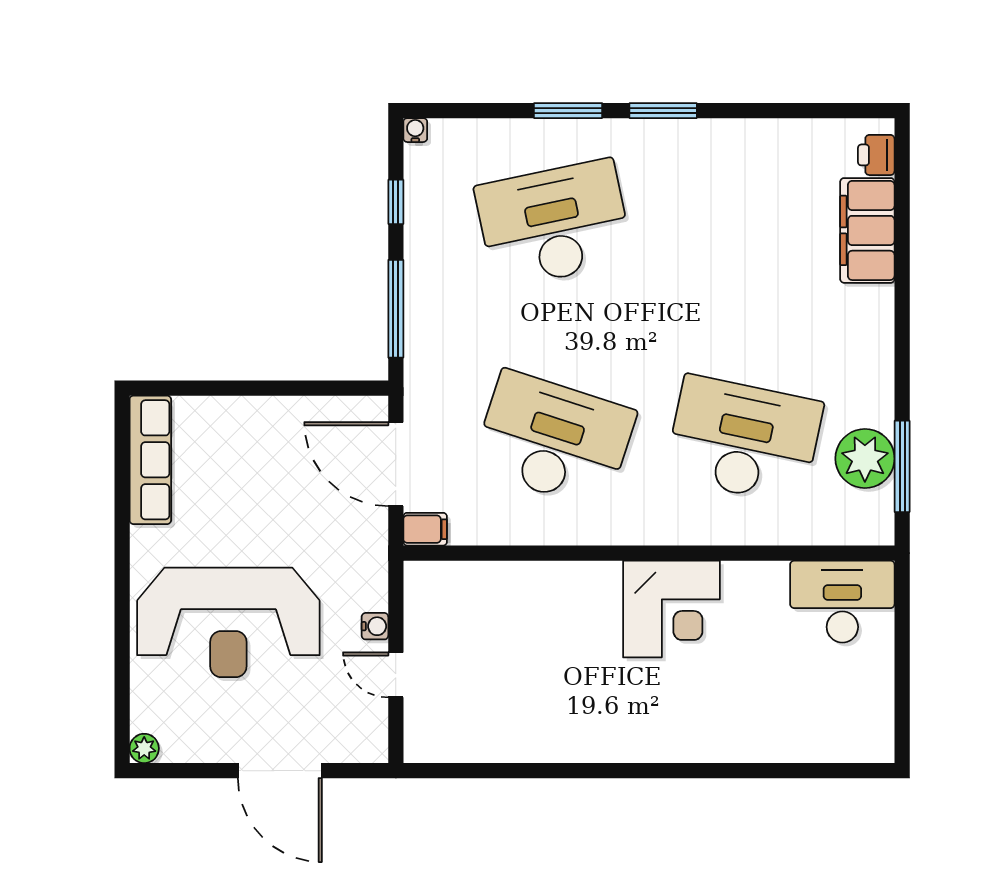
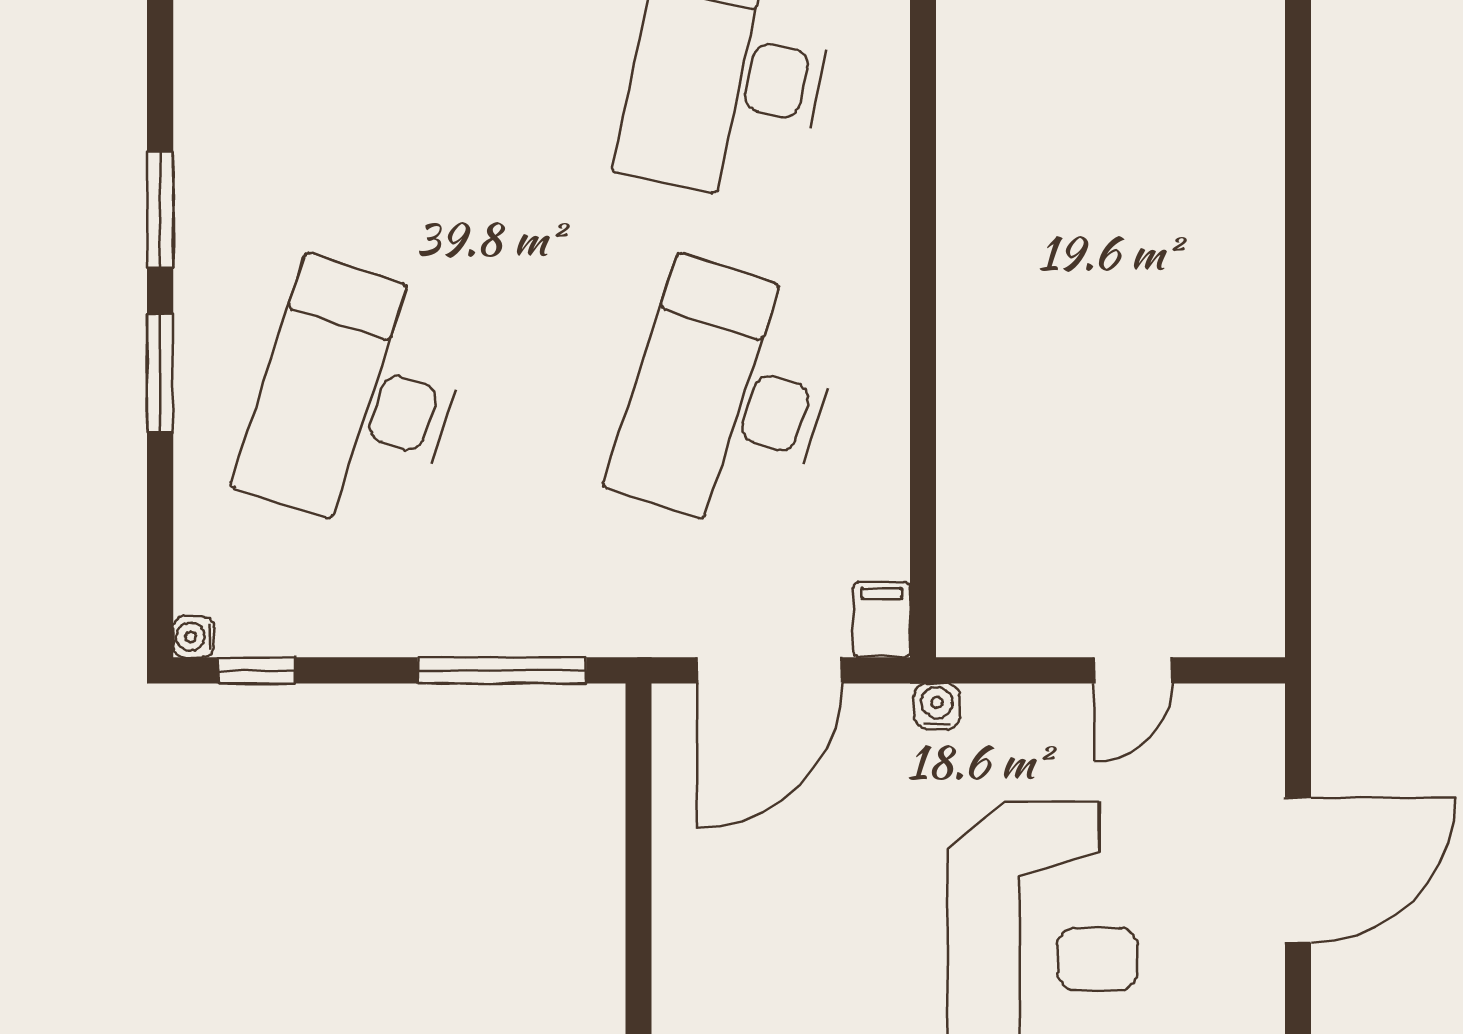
window: (396, 202) -> (257, 670), moved
desk: (554, 224) -> (355, 398), turned 30
corner desk: (671, 609) -> (1019, 195), removed
water cooler: (375, 626) -> (937, 706), moved

